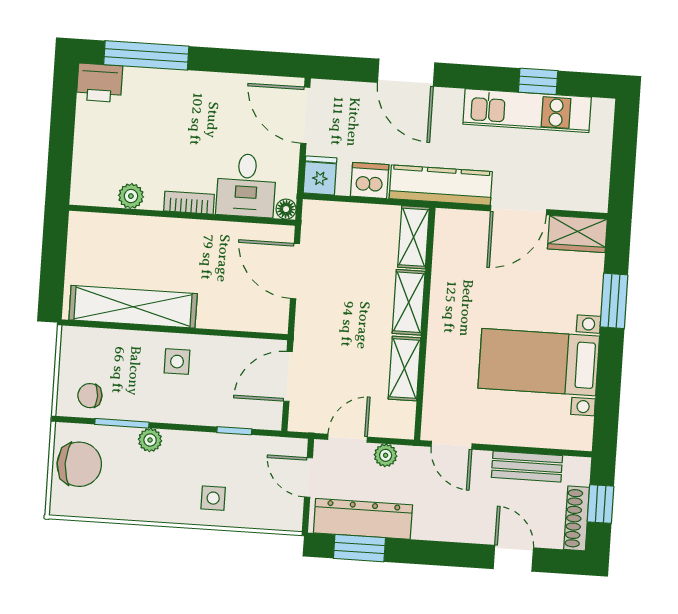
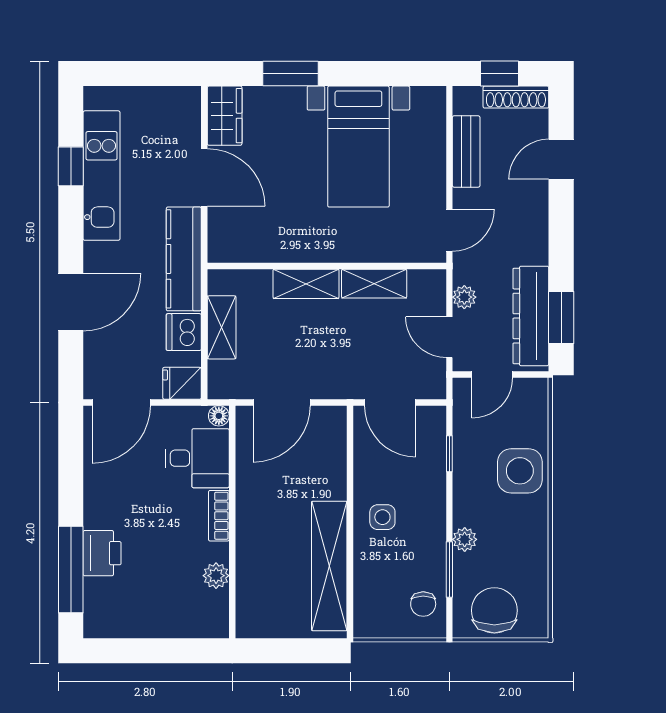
printer: (99, 83) -> (102, 553), moved
shelving: (414, 237) -> (222, 327), moved, turned 90
side table: (213, 498) -> (520, 471), width x1.87, depth x1.87

